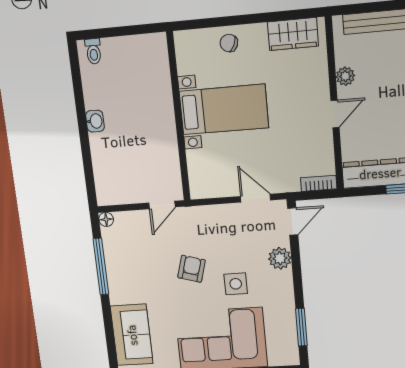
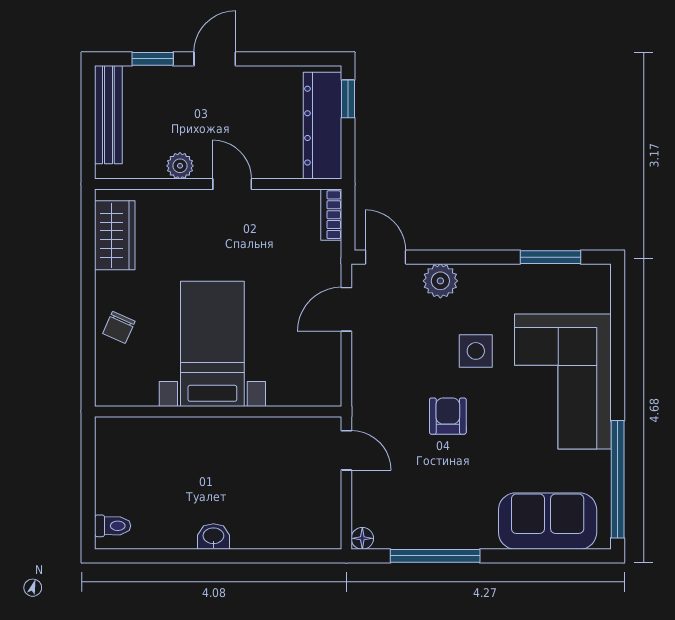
armchair: (191, 269) -> (448, 416), turned 74

